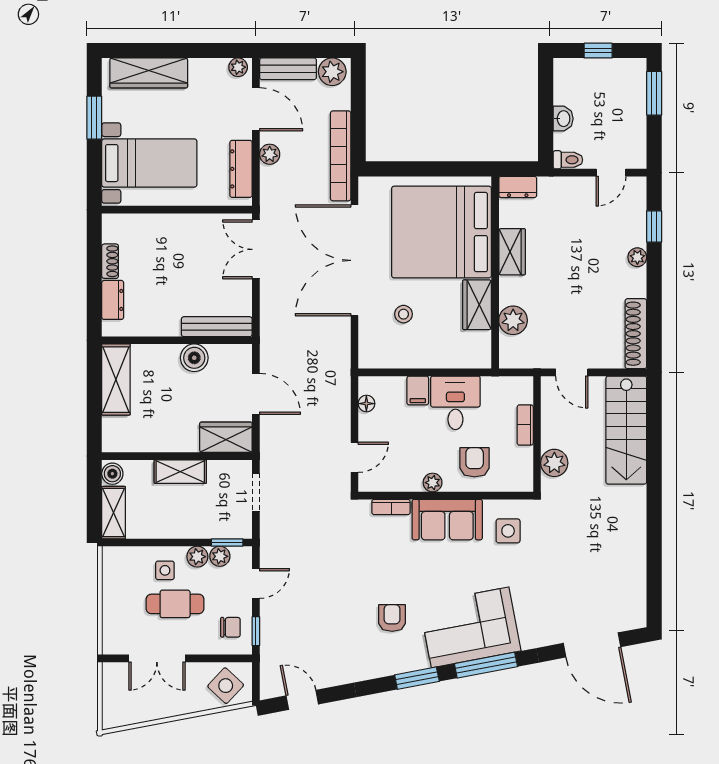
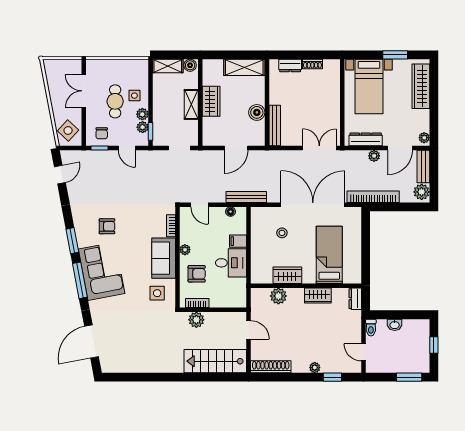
bed: (442, 232) -> (329, 255), width x0.49
door: (572, 372) -> (248, 330), swing flipped
bench: (341, 376) -> (246, 197), added
bookcase: (525, 425) -> (197, 303), moved
wardrobe: (226, 437) -> (211, 101), moved

